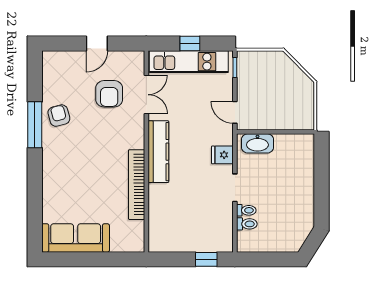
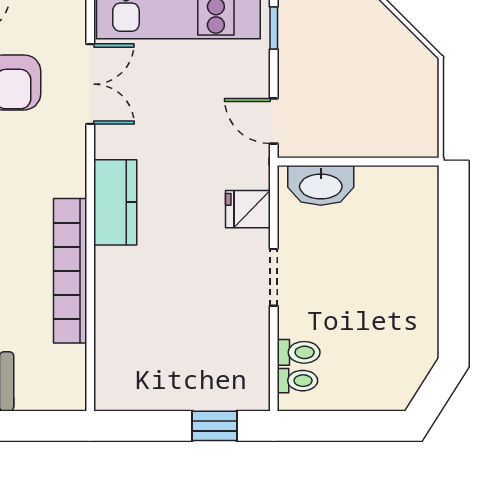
kitchen counter: (158, 152) -> (115, 202), width x0.67
toilet: (246, 210) -> (297, 381), moved

